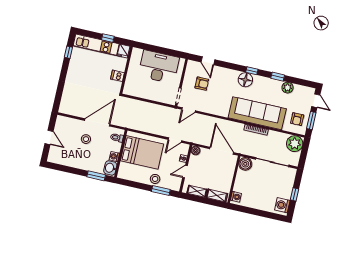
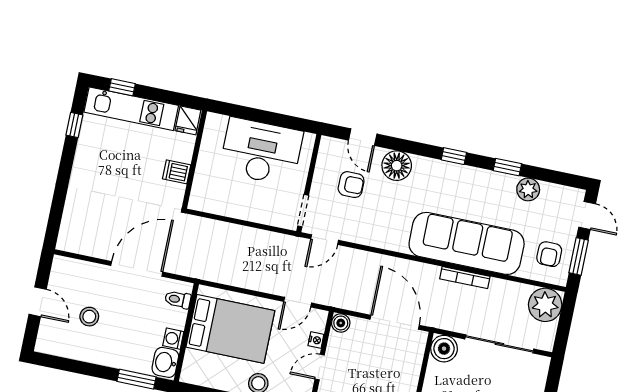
window: (108, 38) -> (122, 87), moved
floor lamp: (245, 80) -> (397, 166), moved
stool: (86, 139) -> (89, 317), moved

